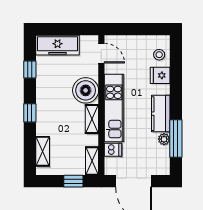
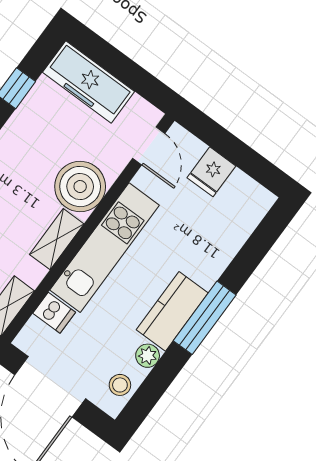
stool: (159, 55) -> (120, 385), moved
fridge: (160, 75) -> (211, 172), moved, turned -90
window: (176, 138) -> (205, 318), moved

